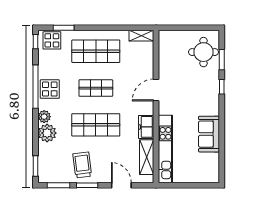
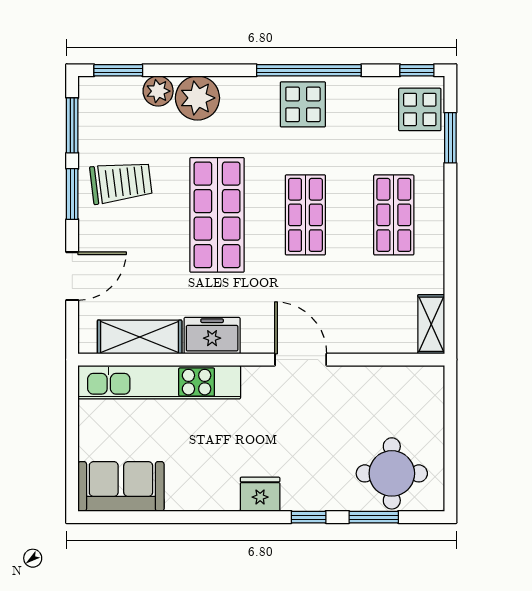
shop shelf: (96, 51) -> (394, 215), width x0.70, depth x0.74
fridge: (212, 107) -> (260, 494), added
plant: (44, 117) -> (158, 91), moved
sofa: (209, 134) -> (121, 486), moved

